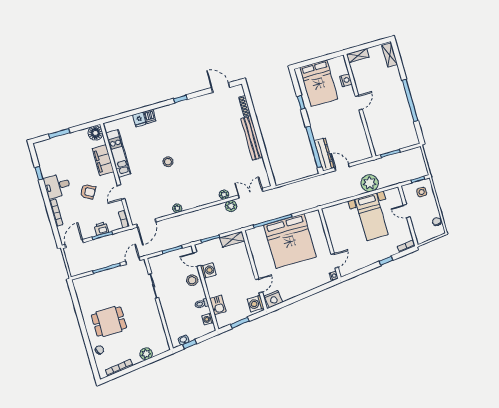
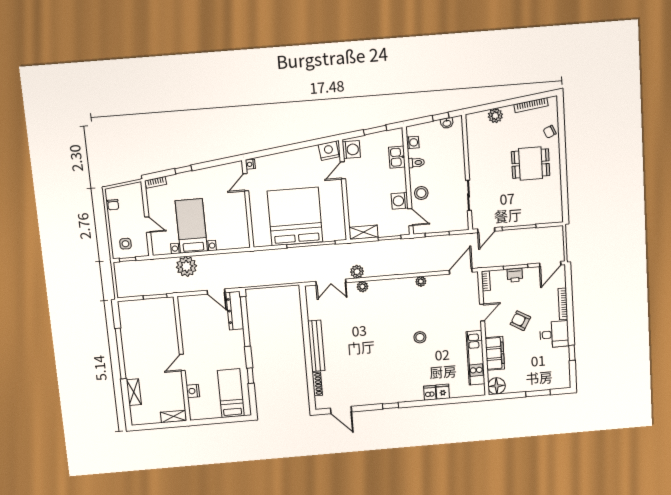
shelving: (390, 55) -> (134, 392), moved
bed: (319, 83) -> (231, 393), width x0.67

